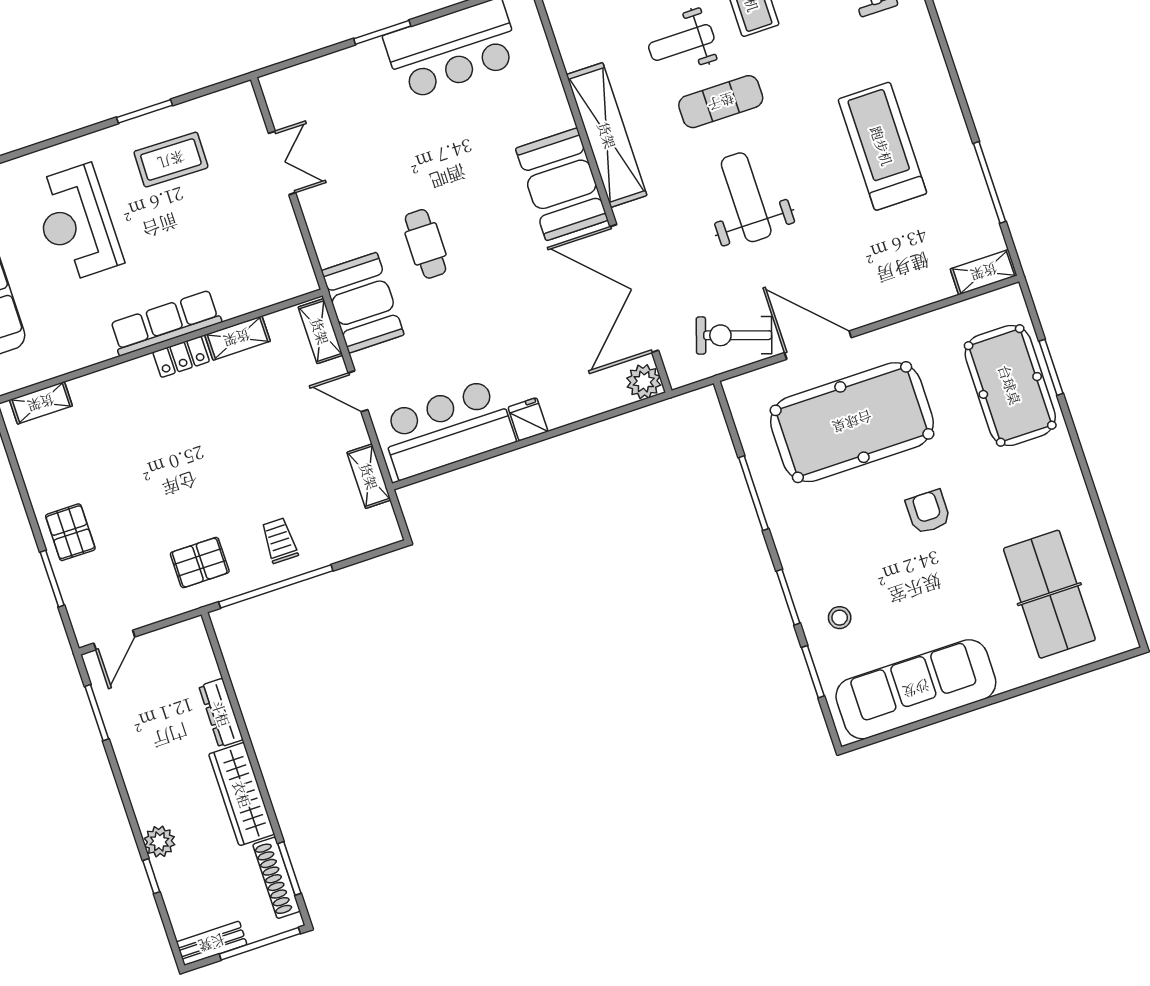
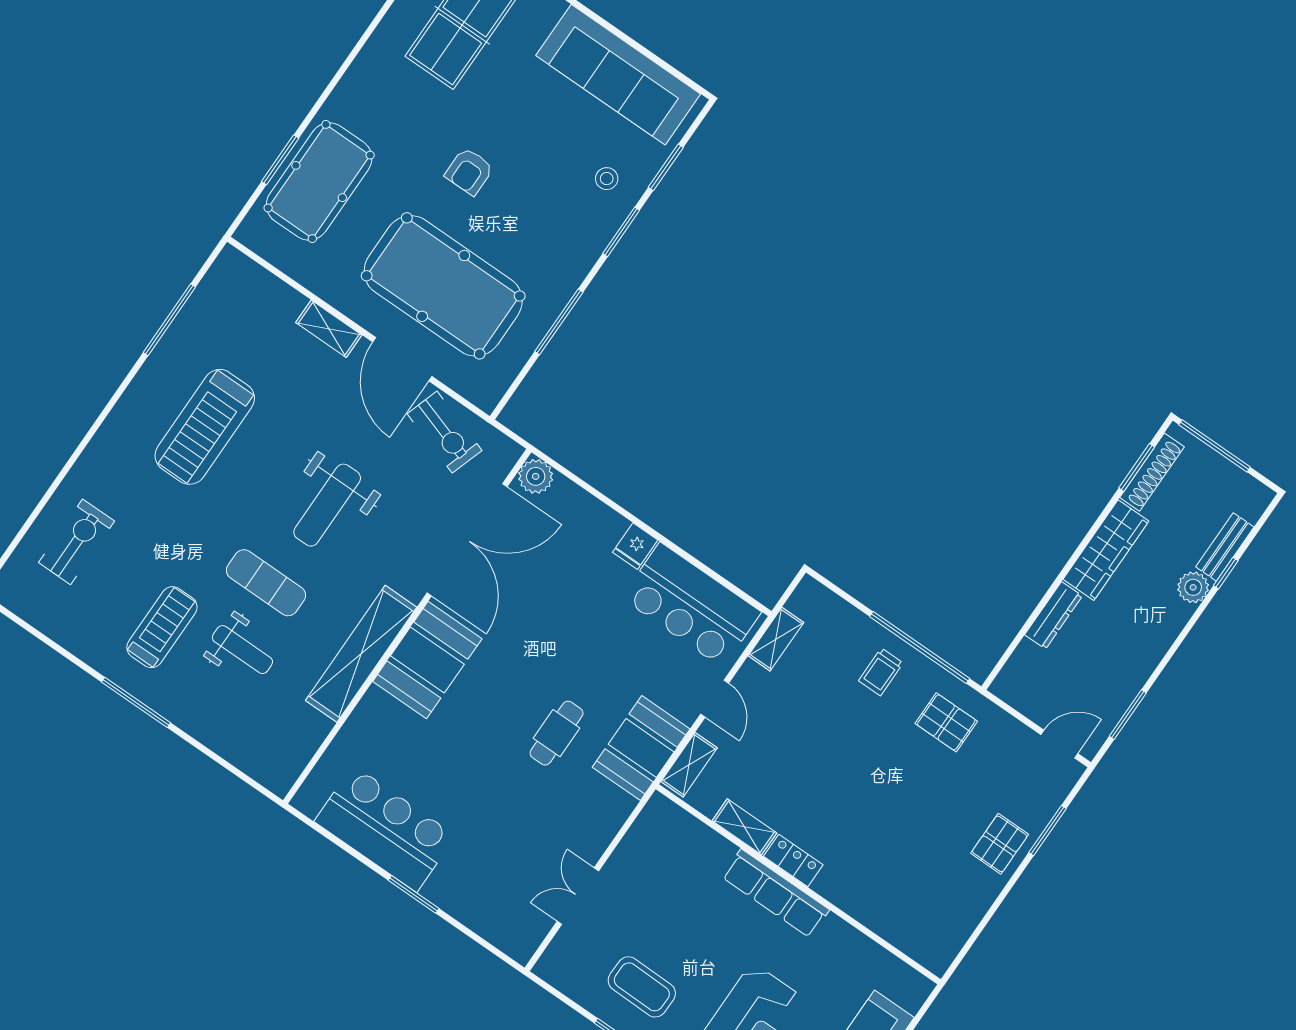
shelving: (984, 272) -> (329, 329), moved
shelving: (41, 403) -> (914, 945), removed
bench: (212, 943) -> (1225, 547), moved, turned 90

